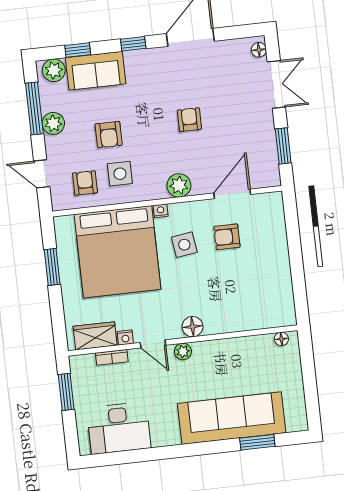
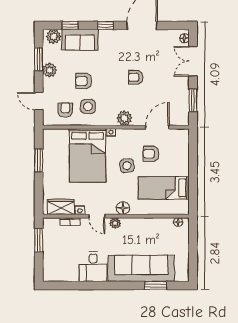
double door: (276, 84) -> (193, 61), swing flipped
window: (34, 109) -> (39, 59), width x0.69
armchair: (189, 120) -> (136, 77), turned -90
armchair: (109, 135) -> (84, 81), turned 90
side table: (184, 245) -> (127, 166), moved
bed: (118, 252) -> (88, 155), width x0.73
bed: (253, 288) -> (164, 188), added
desk: (119, 428) -> (93, 267), moved, width x0.73

